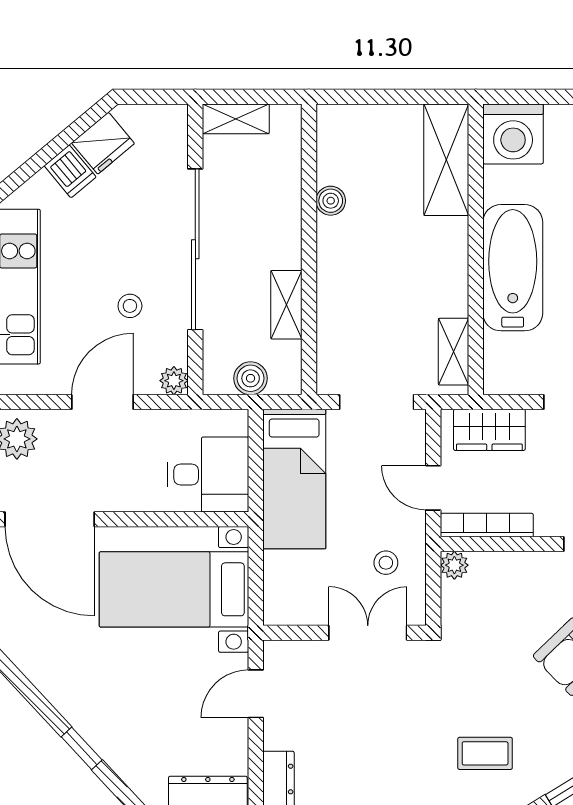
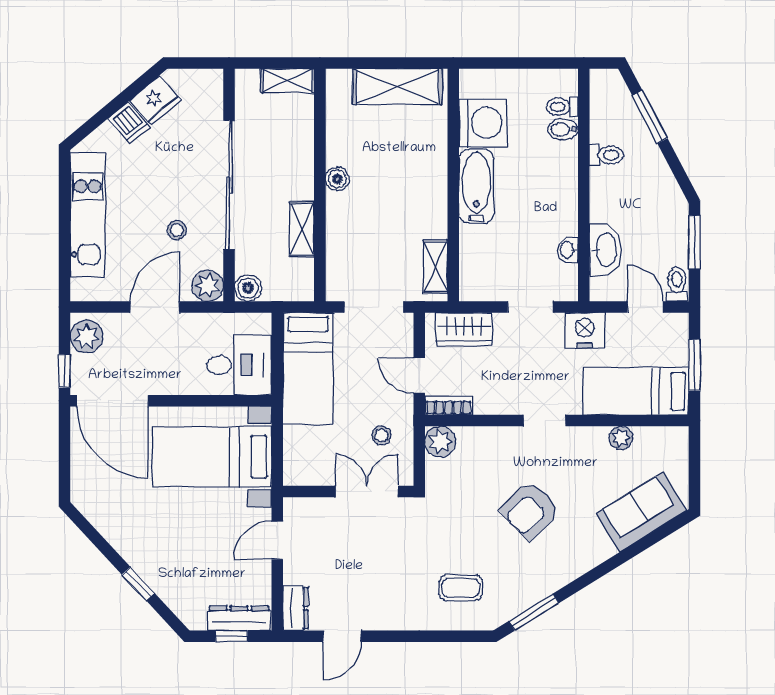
shelving: (236, 119) -> (287, 81), moved
washing machine: (513, 134) -> (483, 123), moved, turned -90
shelving: (446, 160) -> (398, 87), moved, turned 90
boiler: (331, 201) -> (337, 179), moved
bathtub: (513, 268) -> (476, 186), width x0.73, depth x0.73
boiler: (251, 378) -> (248, 288), moved
plant: (174, 381) -> (208, 286), width x1.38, depth x1.38
bookcase: (487, 525) -> (449, 405), width x0.64
plant: (454, 565) -> (440, 442), width x1.38, depth x1.38

